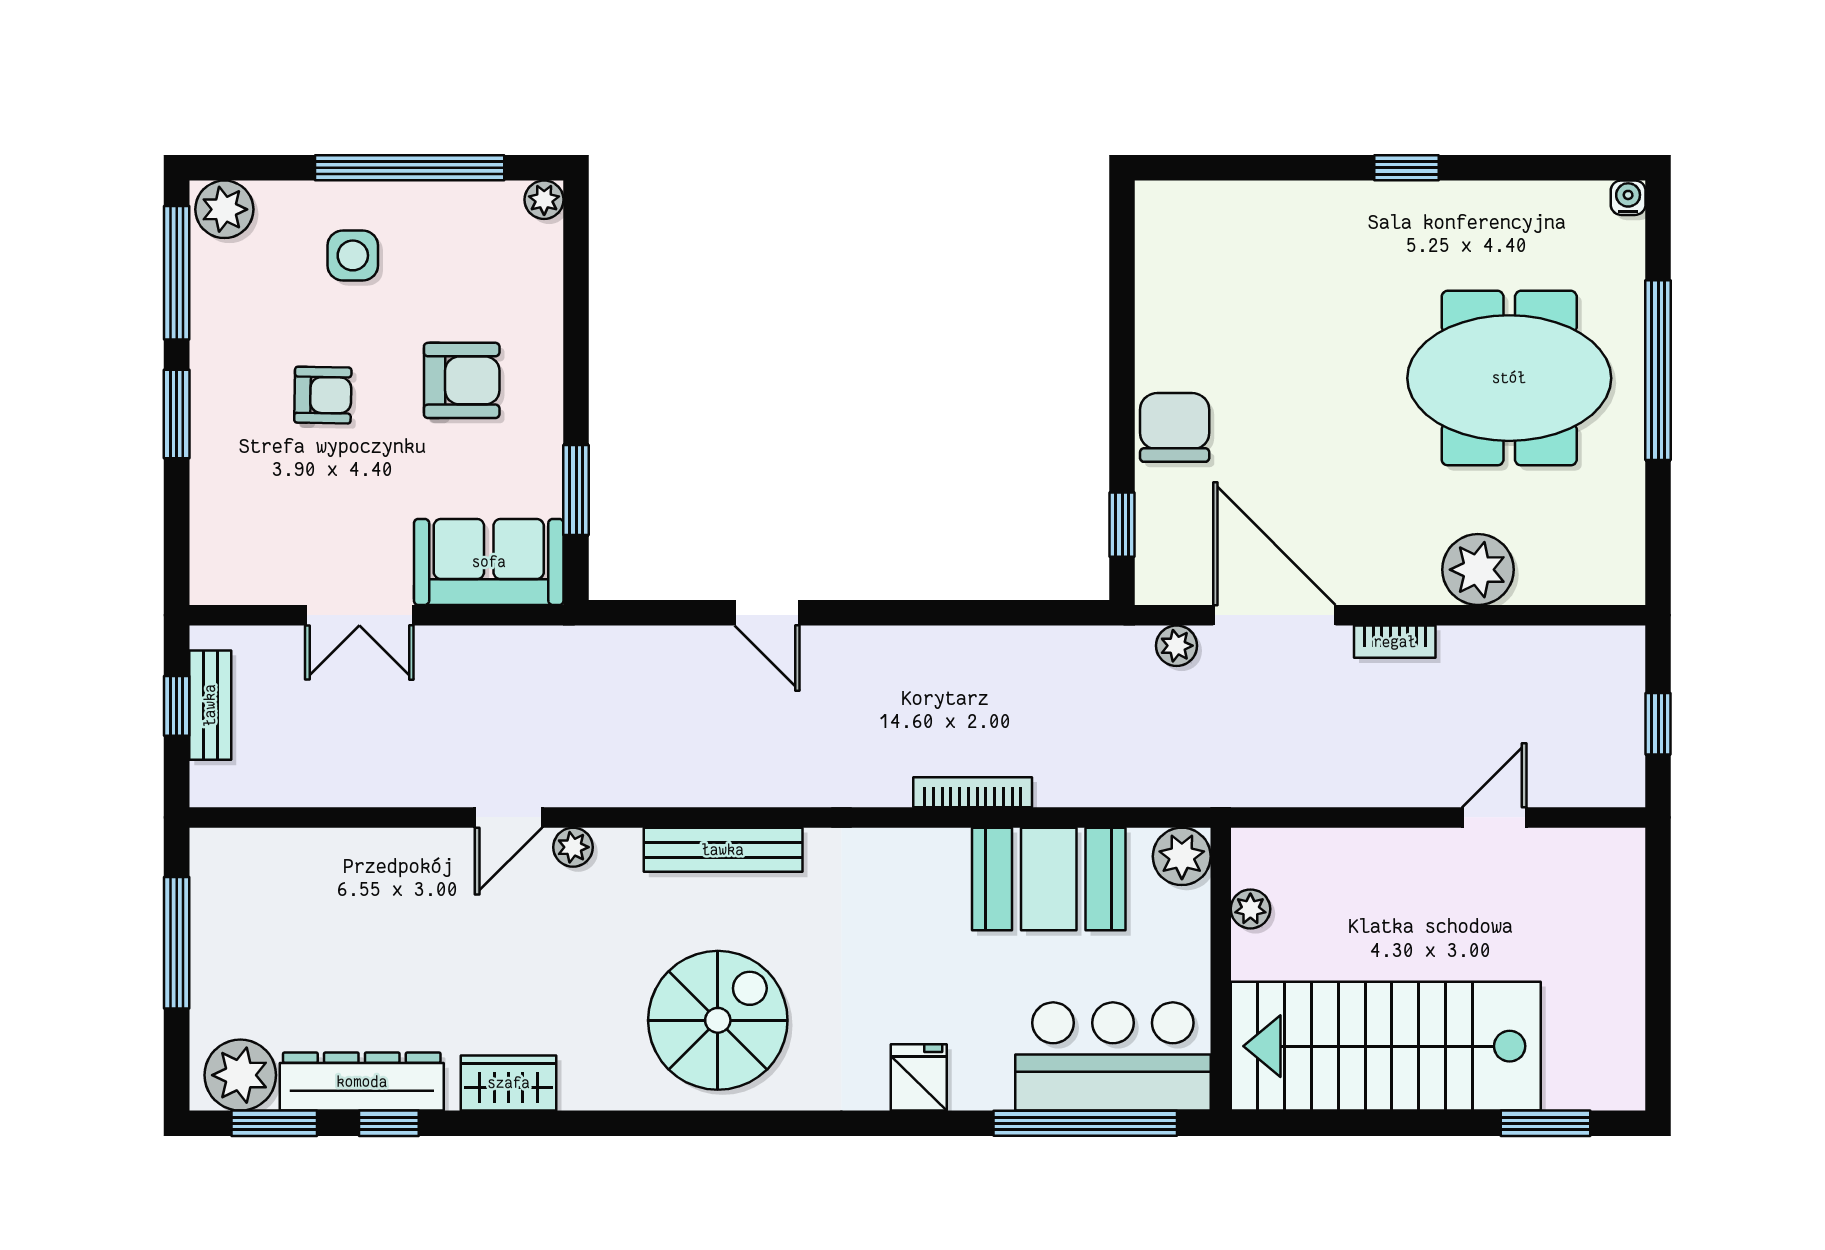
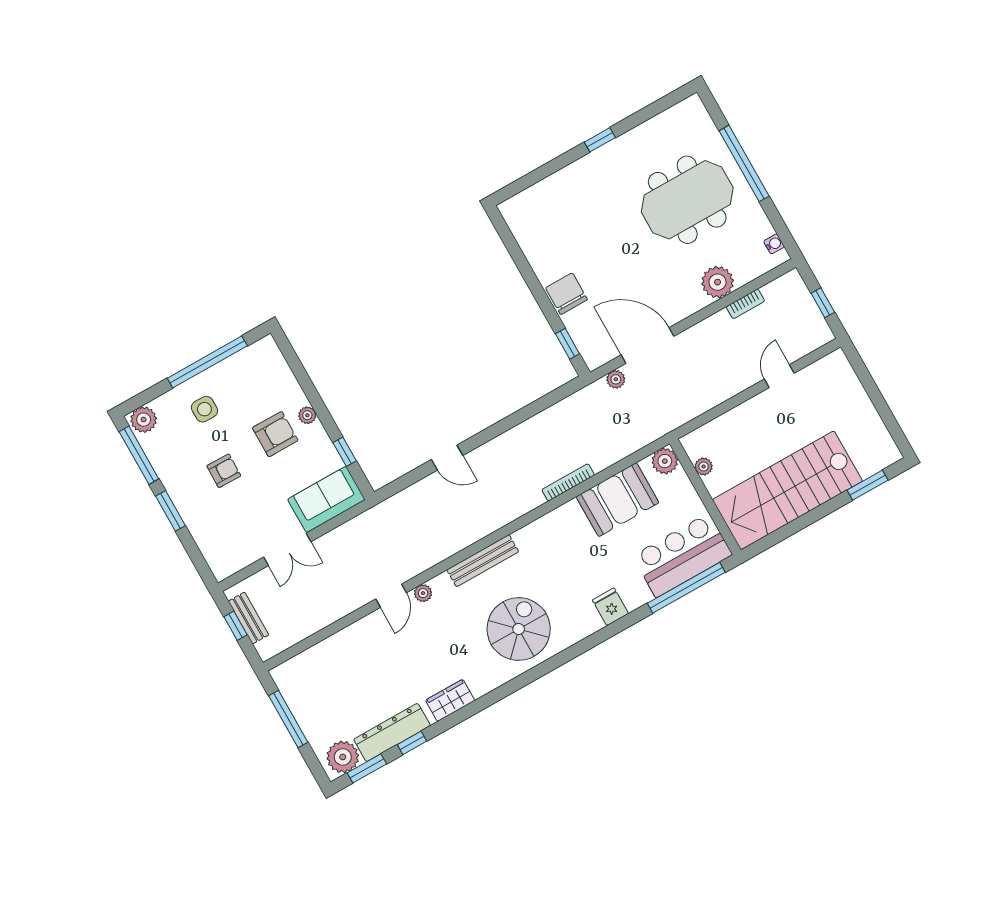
water cooler: (1628, 198) -> (774, 244), moved, turned 90
plant: (544, 200) -> (307, 415), moved
window: (576, 490) -> (345, 452), width x0.67
bookcase: (1395, 642) -> (745, 304), moved

